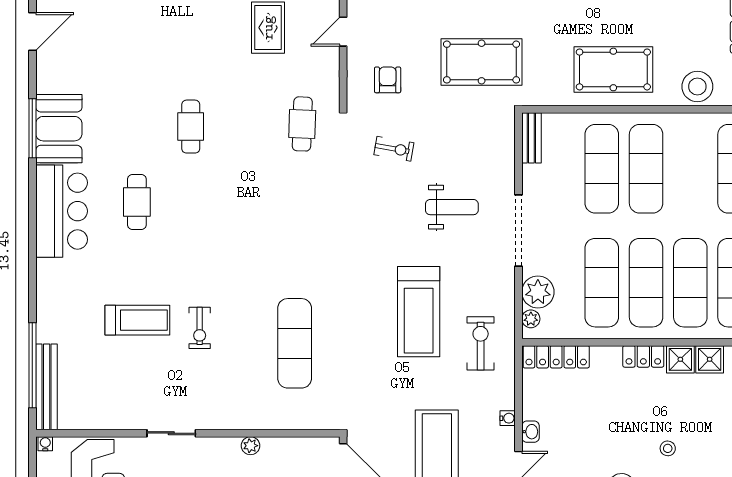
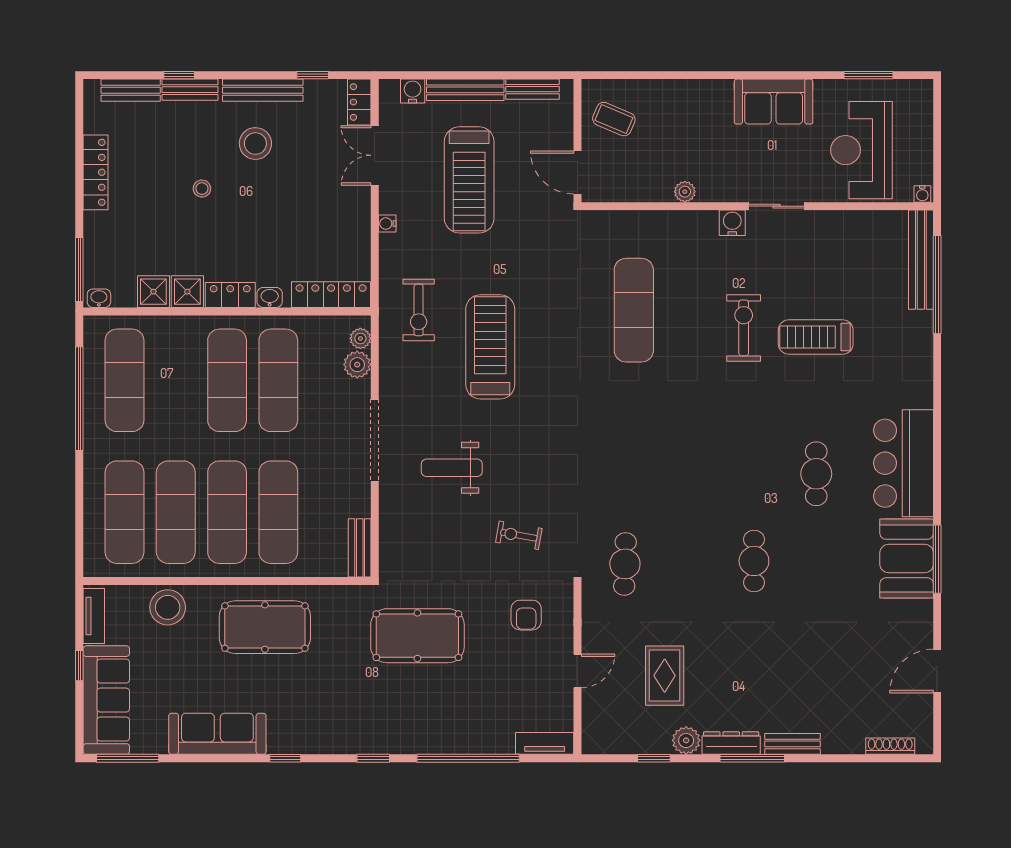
exercise mat: (690, 283) -> (176, 512), moved
plant: (538, 292) -> (357, 365), width x0.73, depth x0.73
exercise bike: (200, 328) -> (744, 328), width x1.38, depth x1.39
water cooler: (209, 419) -> (732, 223), added
washbasin: (531, 432) -> (270, 297), moved, turned 90

